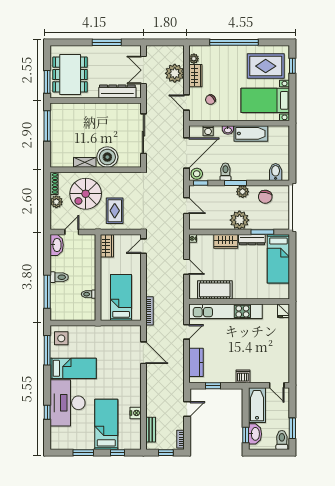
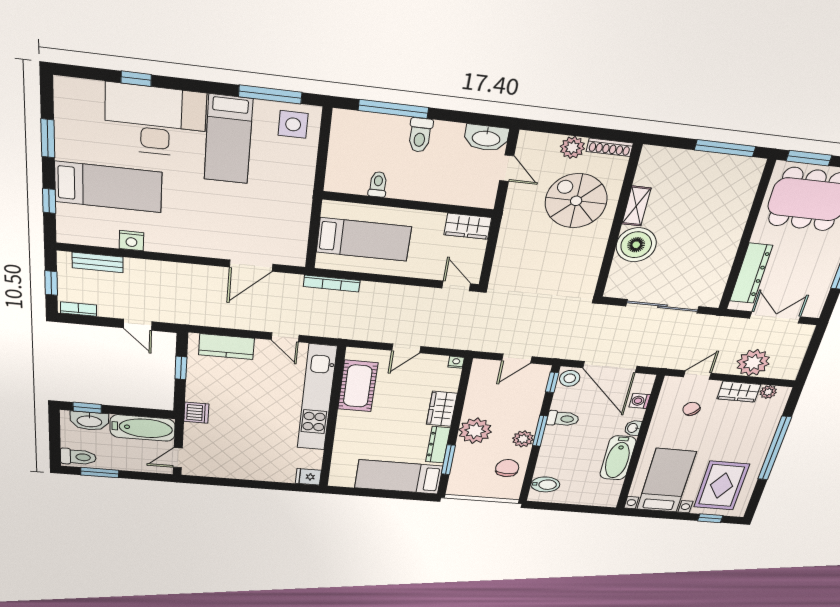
chair: (265, 197) -> (507, 468), turned 81
rug: (115, 211) -> (532, 246), removed

